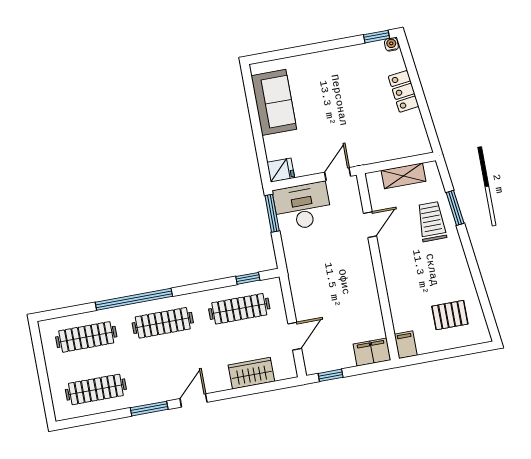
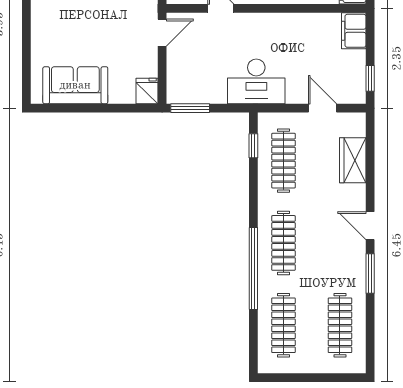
door: (338, 174) -> (162, 33), swing flipped
desk: (302, 206) -> (256, 81), moved, turned -90

